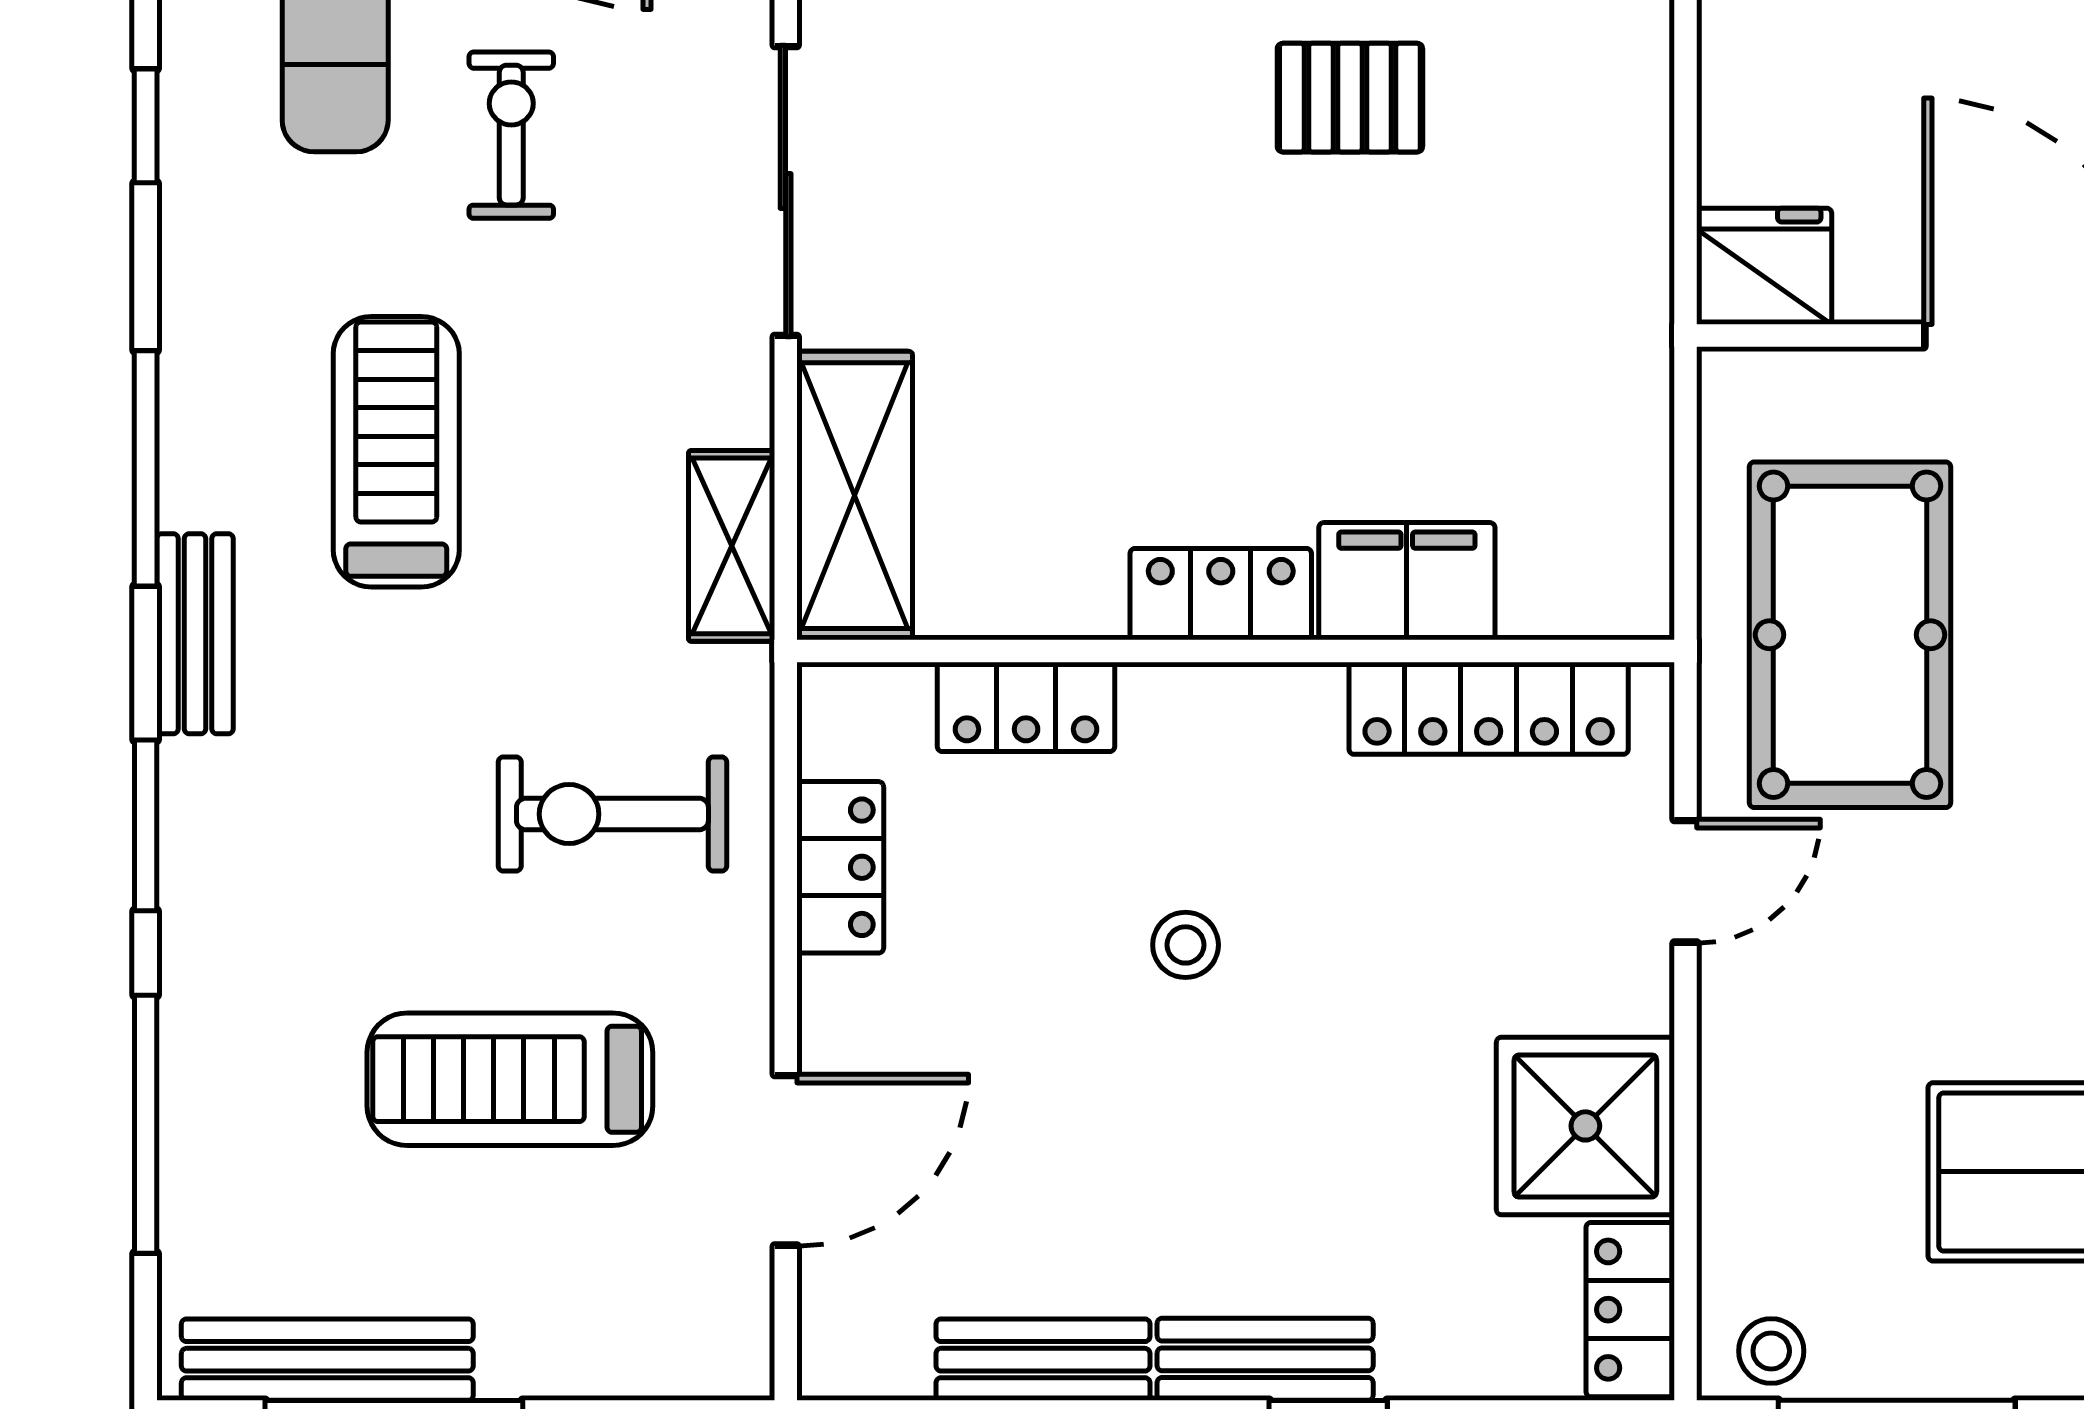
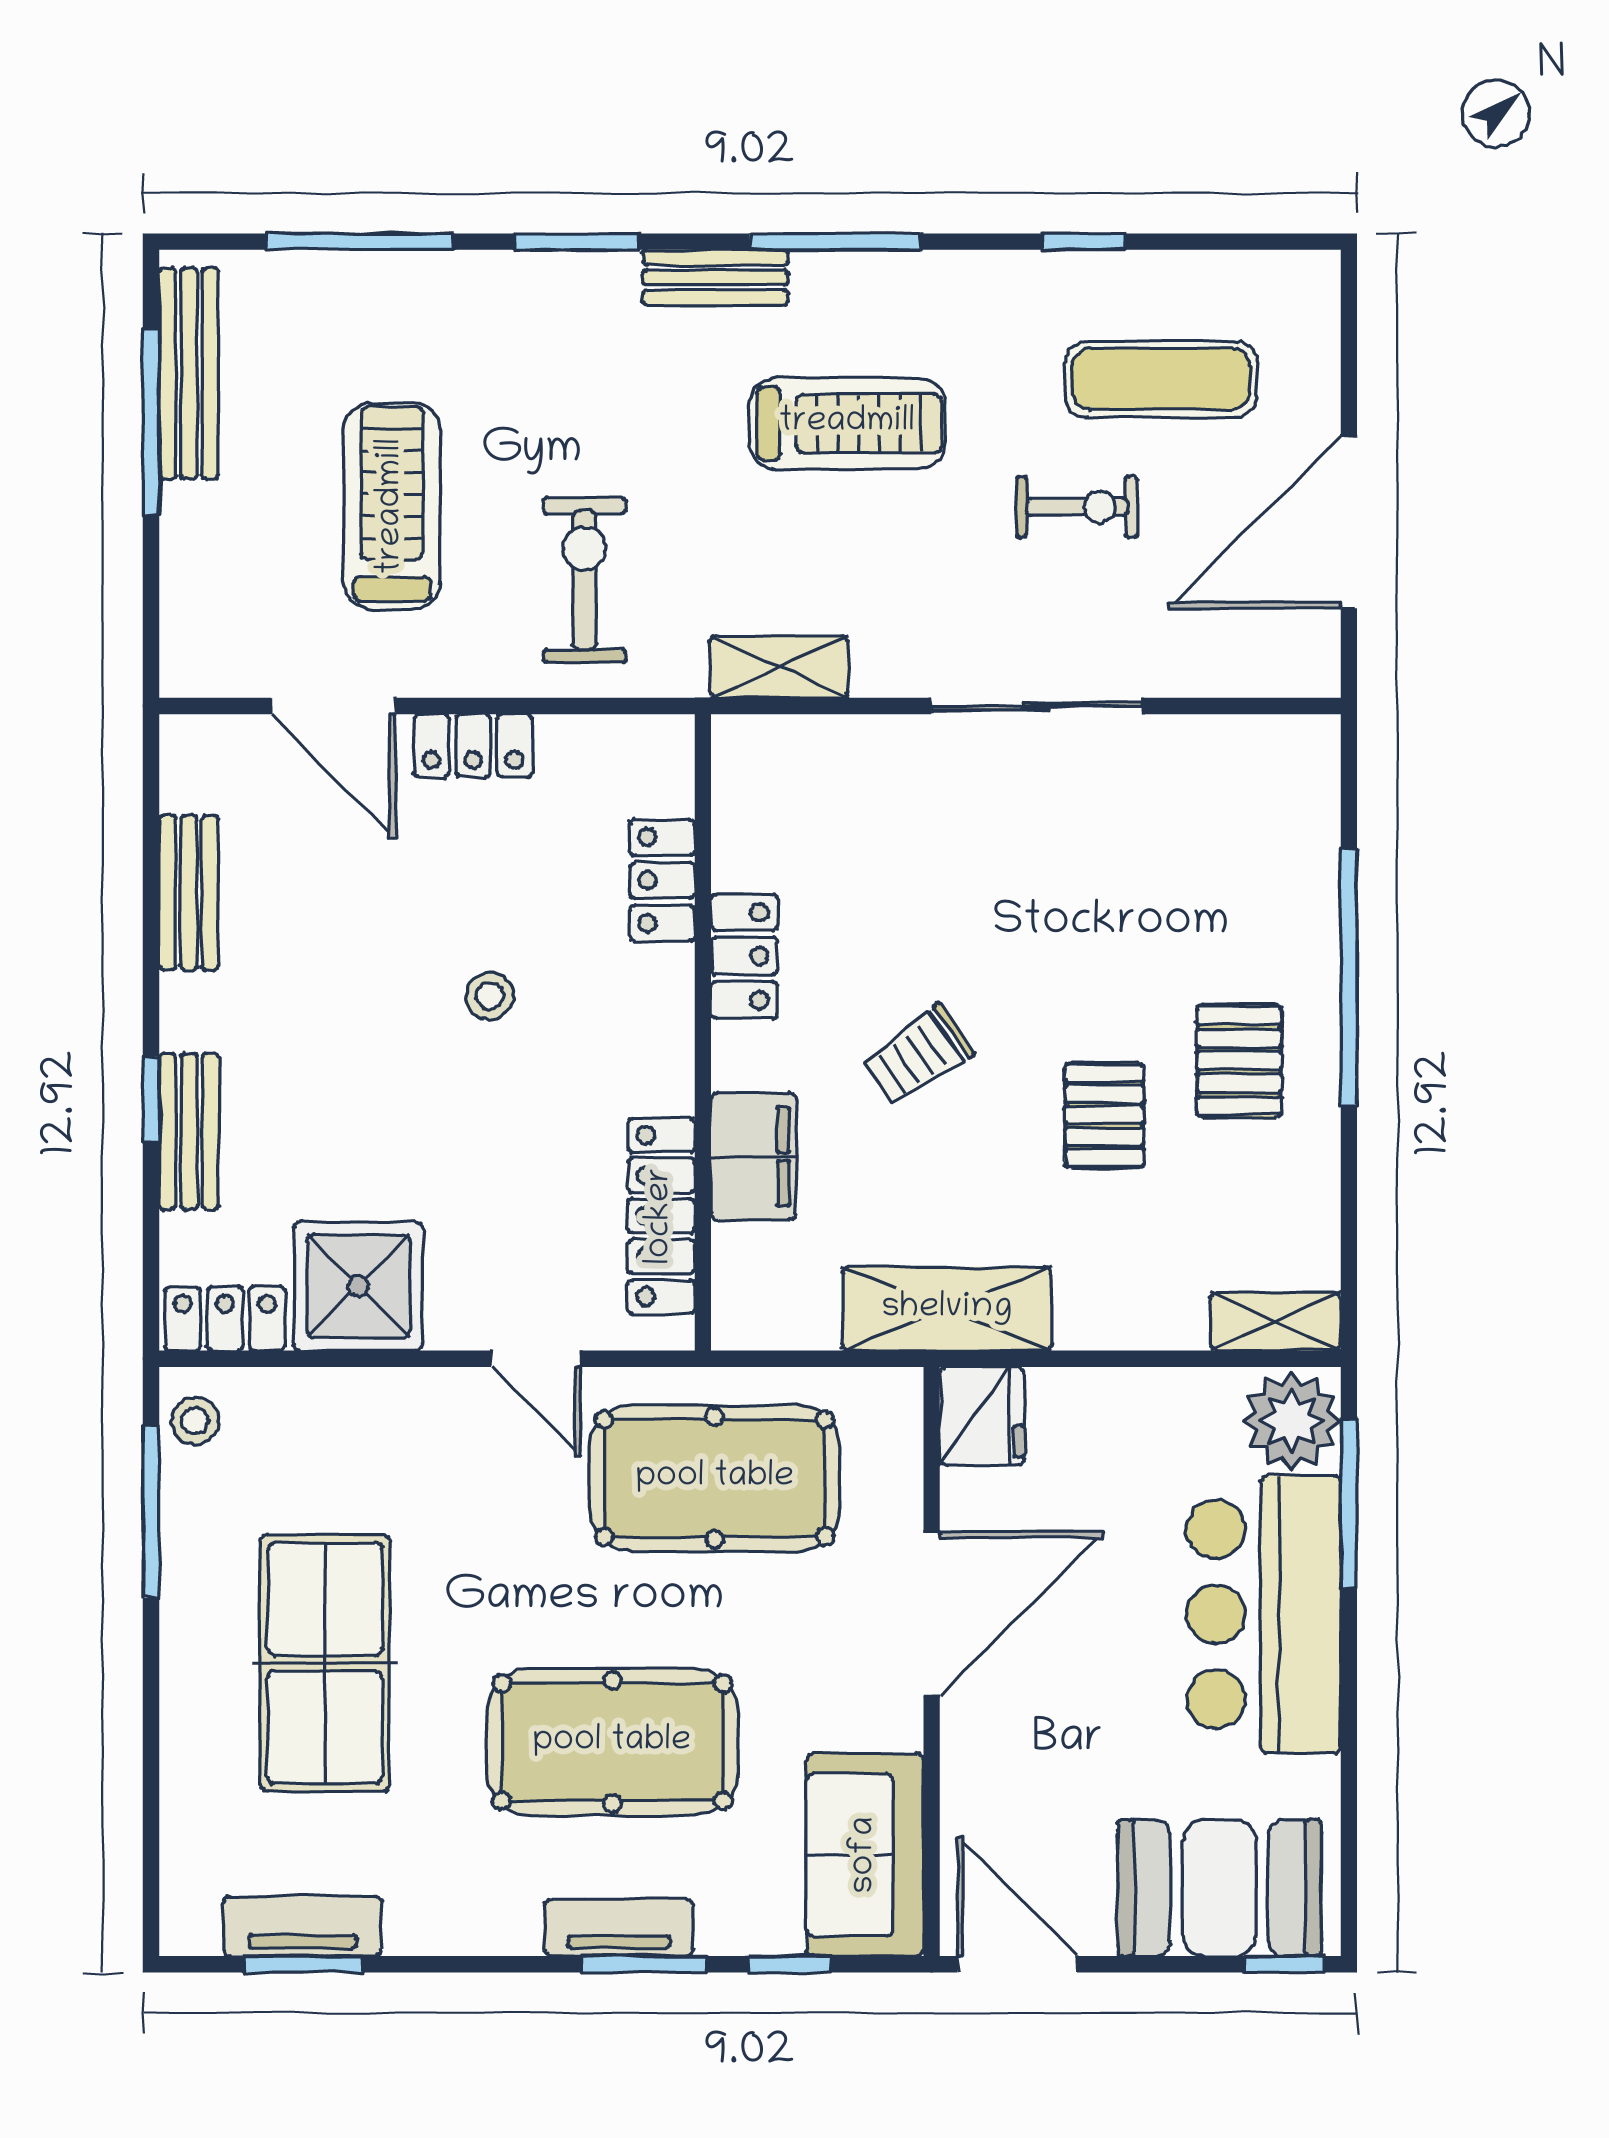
trolley: (1268, 354) -> (918, 1056), added
shelving: (855, 496) -> (947, 1309), moved
locker: (1221, 594) -> (744, 956), moved
locker: (840, 867) -> (473, 745), moved
bench: (1265, 1359) -> (189, 1131), moved

